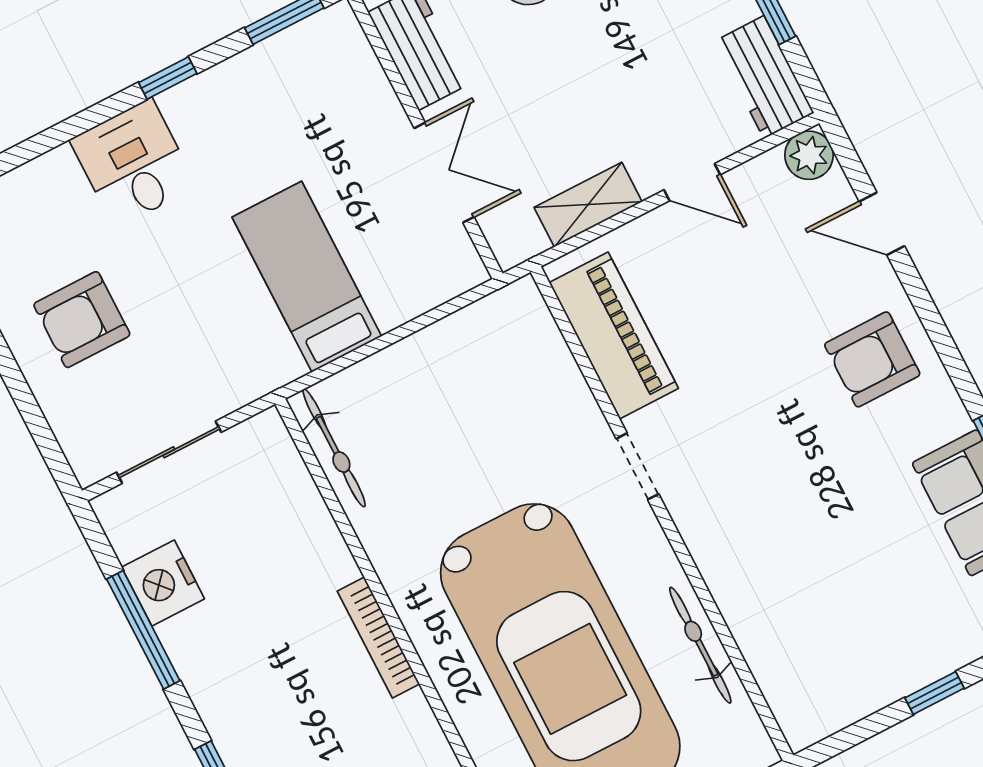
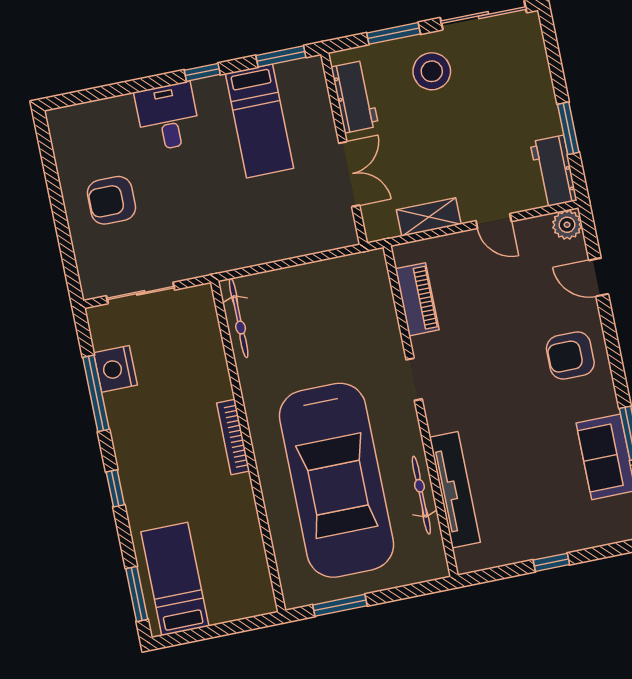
bed: (307, 277) -> (259, 121), moved, turned 180
piano: (614, 335) -> (417, 299), width x0.73, depth x0.75
tv unit: (751, 622) -> (455, 490), added

